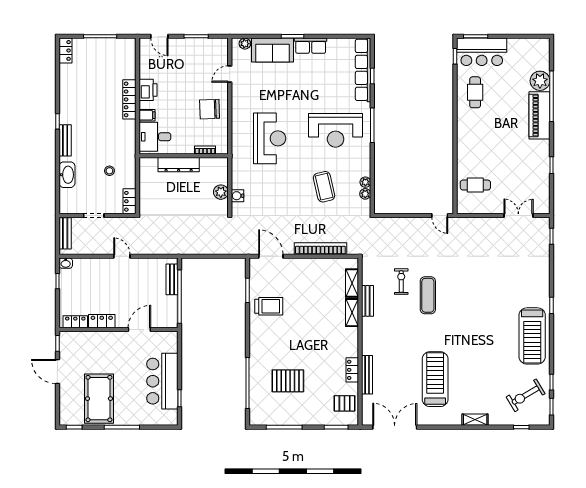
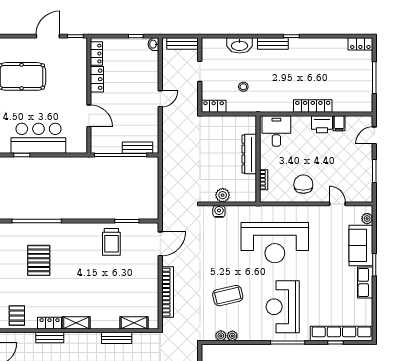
filing cabinet: (147, 115) -> (339, 123), moved
reception desk: (270, 138) -> (275, 243), width x1.36, depth x1.30
shelving: (352, 313) -> (76, 323), moved
bench: (367, 375) -> (50, 338), width x0.73

